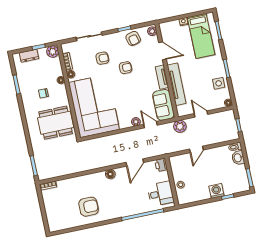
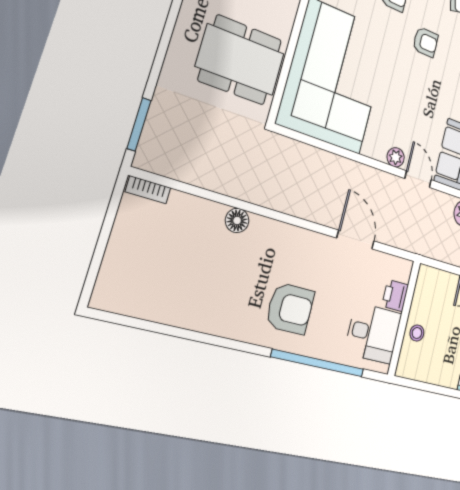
door: (135, 162) -> (356, 240), swing flipped
printer: (161, 165) -> (395, 296), moved
floor lamp: (110, 174) -> (237, 220), moved
armchair: (89, 207) -> (290, 309), moved

